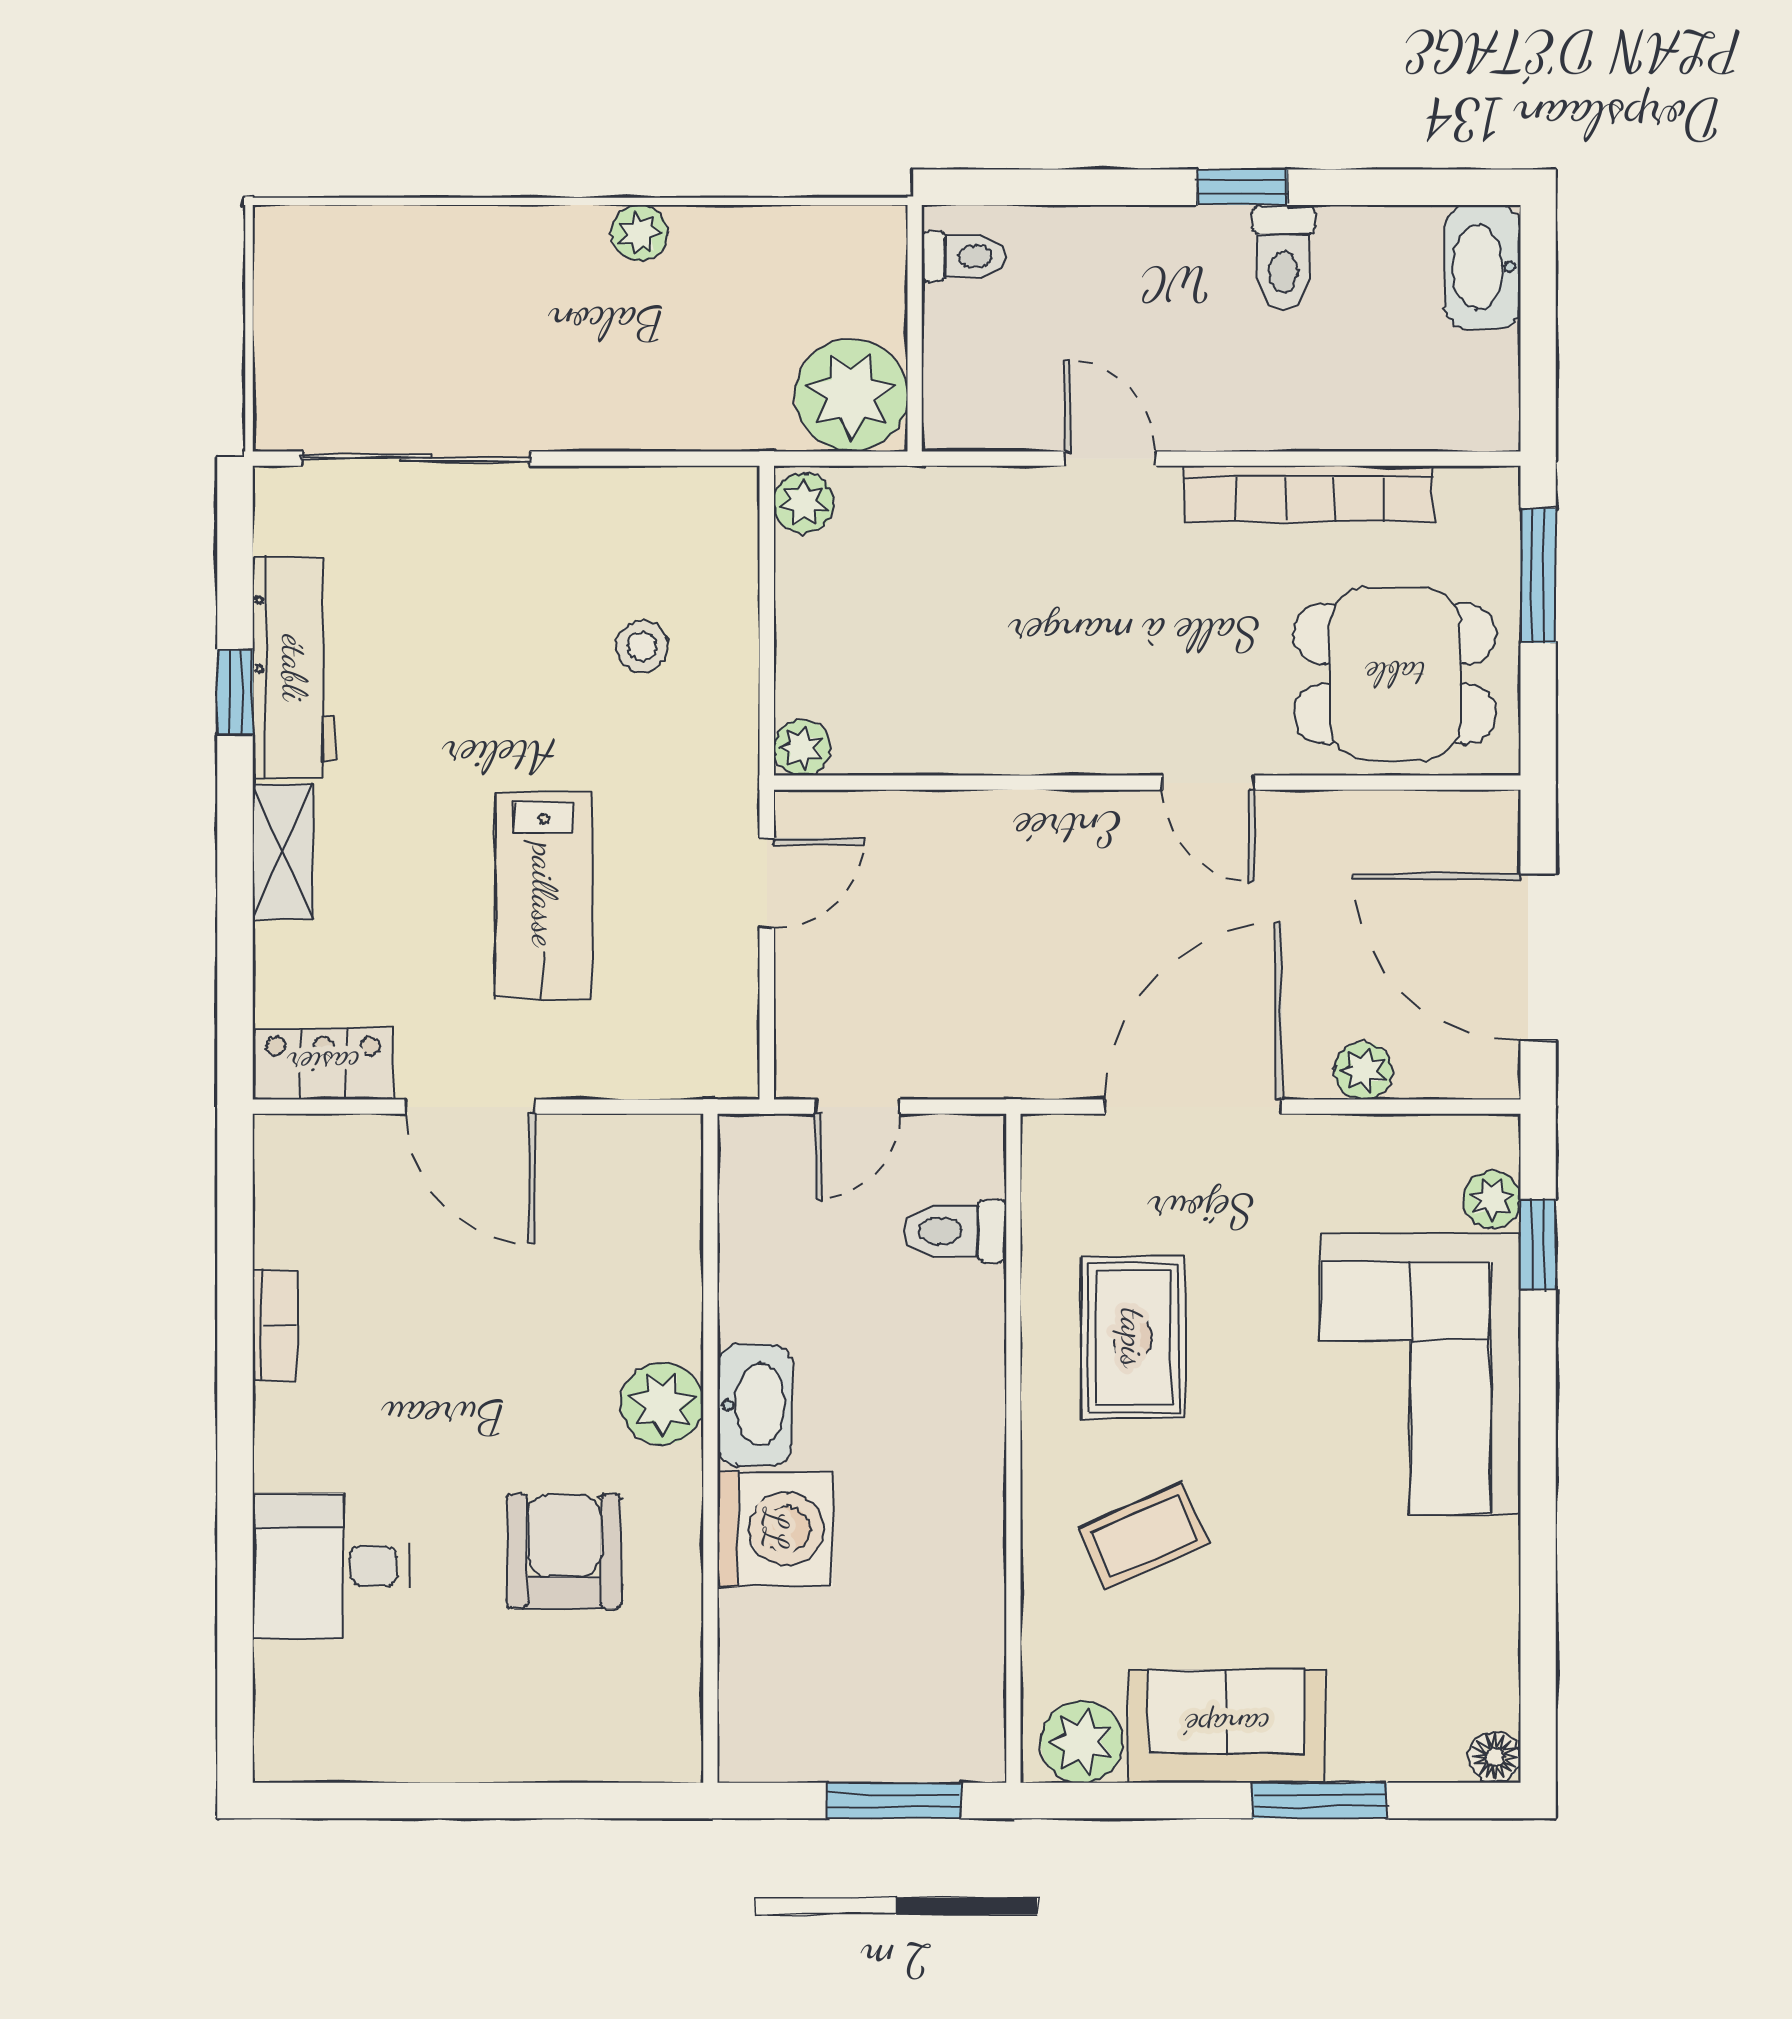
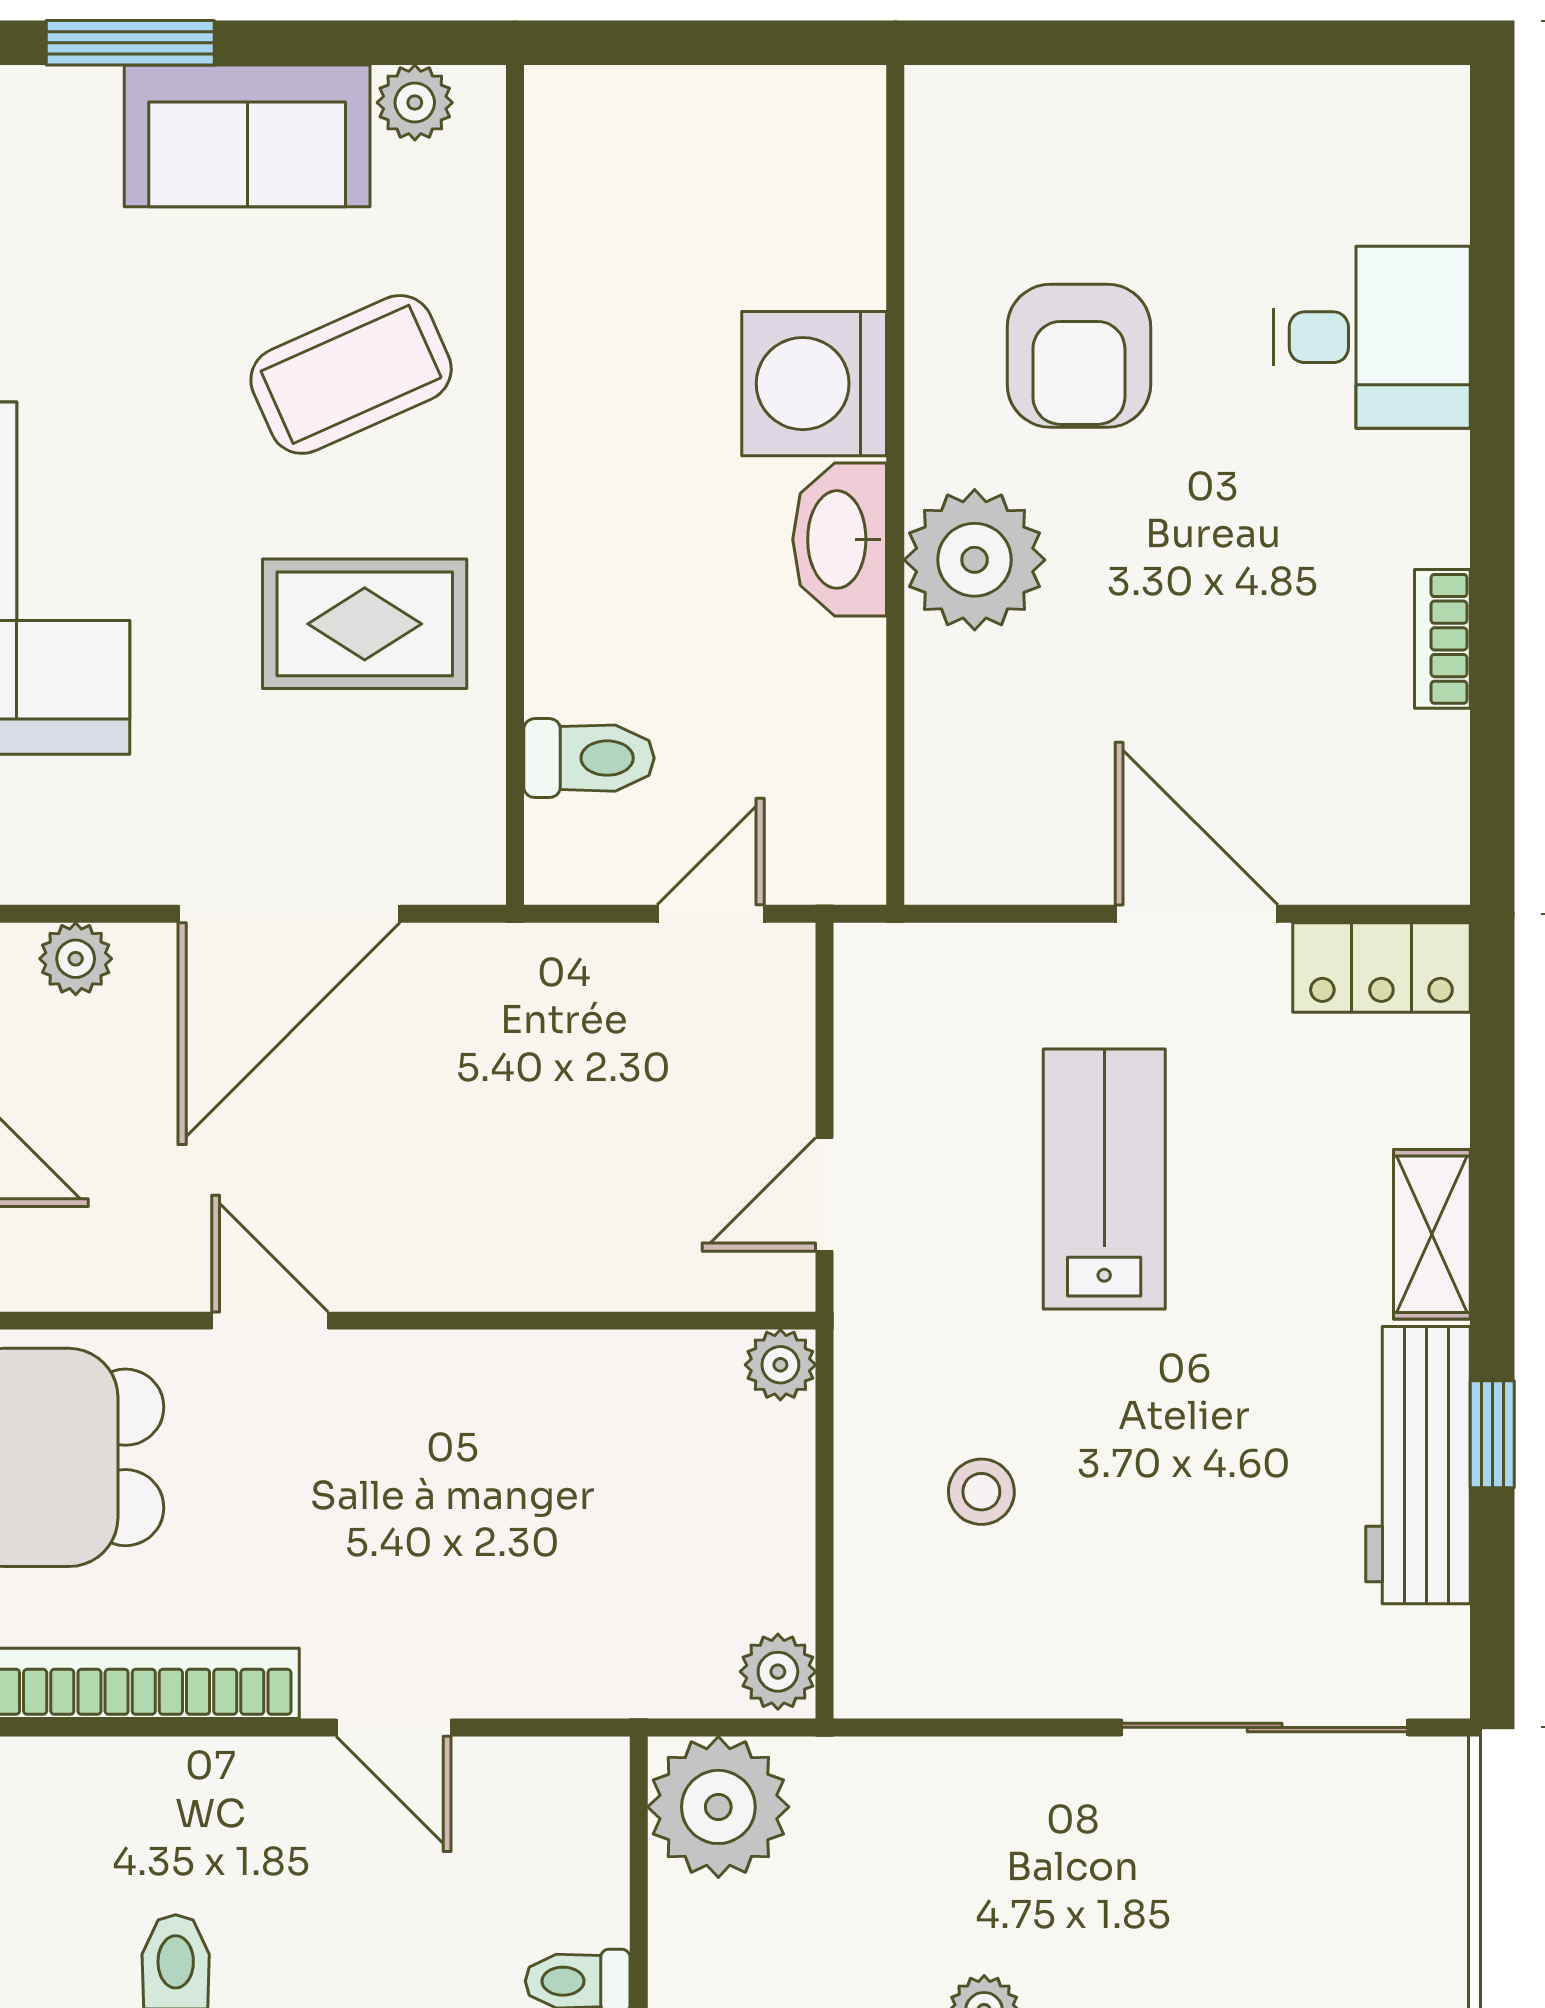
rug: (1133, 1338) -> (365, 624), turned 90
plant: (662, 1404) -> (975, 560), width x1.36, depth x1.36
coffee table: (1144, 1536) -> (351, 374), width x1.36, depth x1.30
plant: (1082, 1742) -> (415, 103), width x0.73, depth x0.73
window: (894, 1801) -> (665, 43), removed

